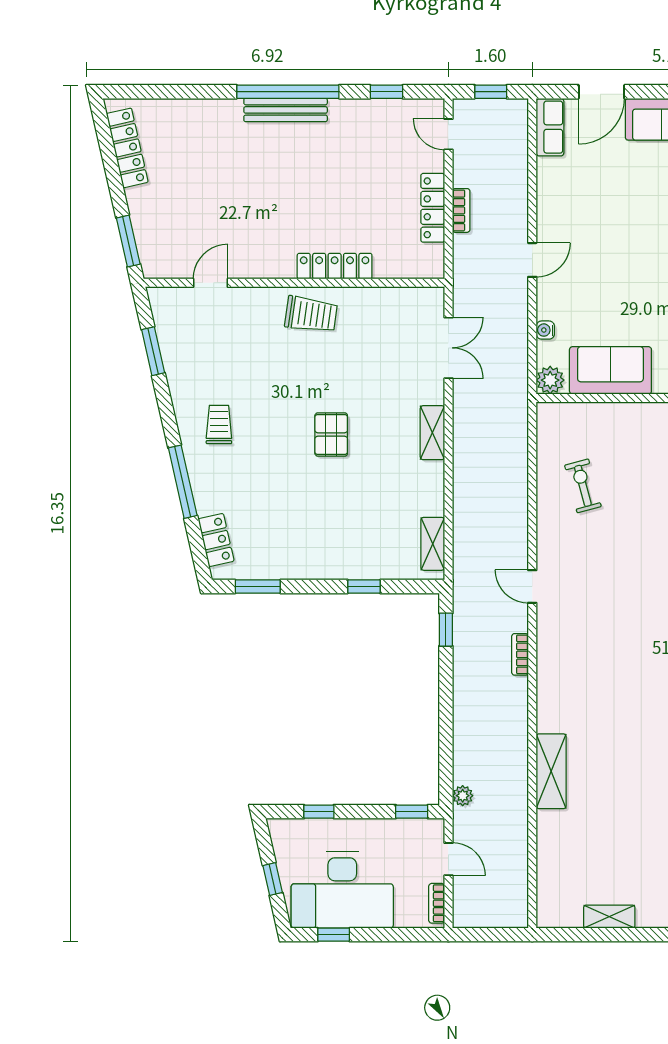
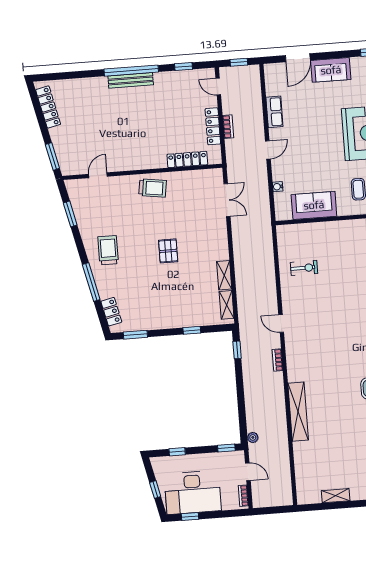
row of seats: (550, 127) -> (274, 112), moved
locker: (335, 266) -> (187, 159), moved
plant: (550, 380) -> (282, 213), removed
trolley: (219, 425) -> (108, 250), width x1.36, depth x1.39
shelving: (432, 433) -> (224, 275), moved
exercise bike: (583, 486) -> (304, 268), turned 105
shelving: (551, 771) -> (298, 412), width x1.47

